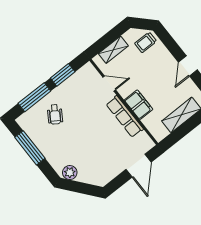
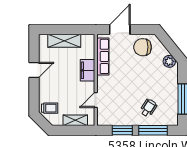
door: (109, 83) -> (96, 100), hinge flipped
row of seats: (125, 117) -> (103, 56), moved
chair: (105, 166) -> (143, 47), added

